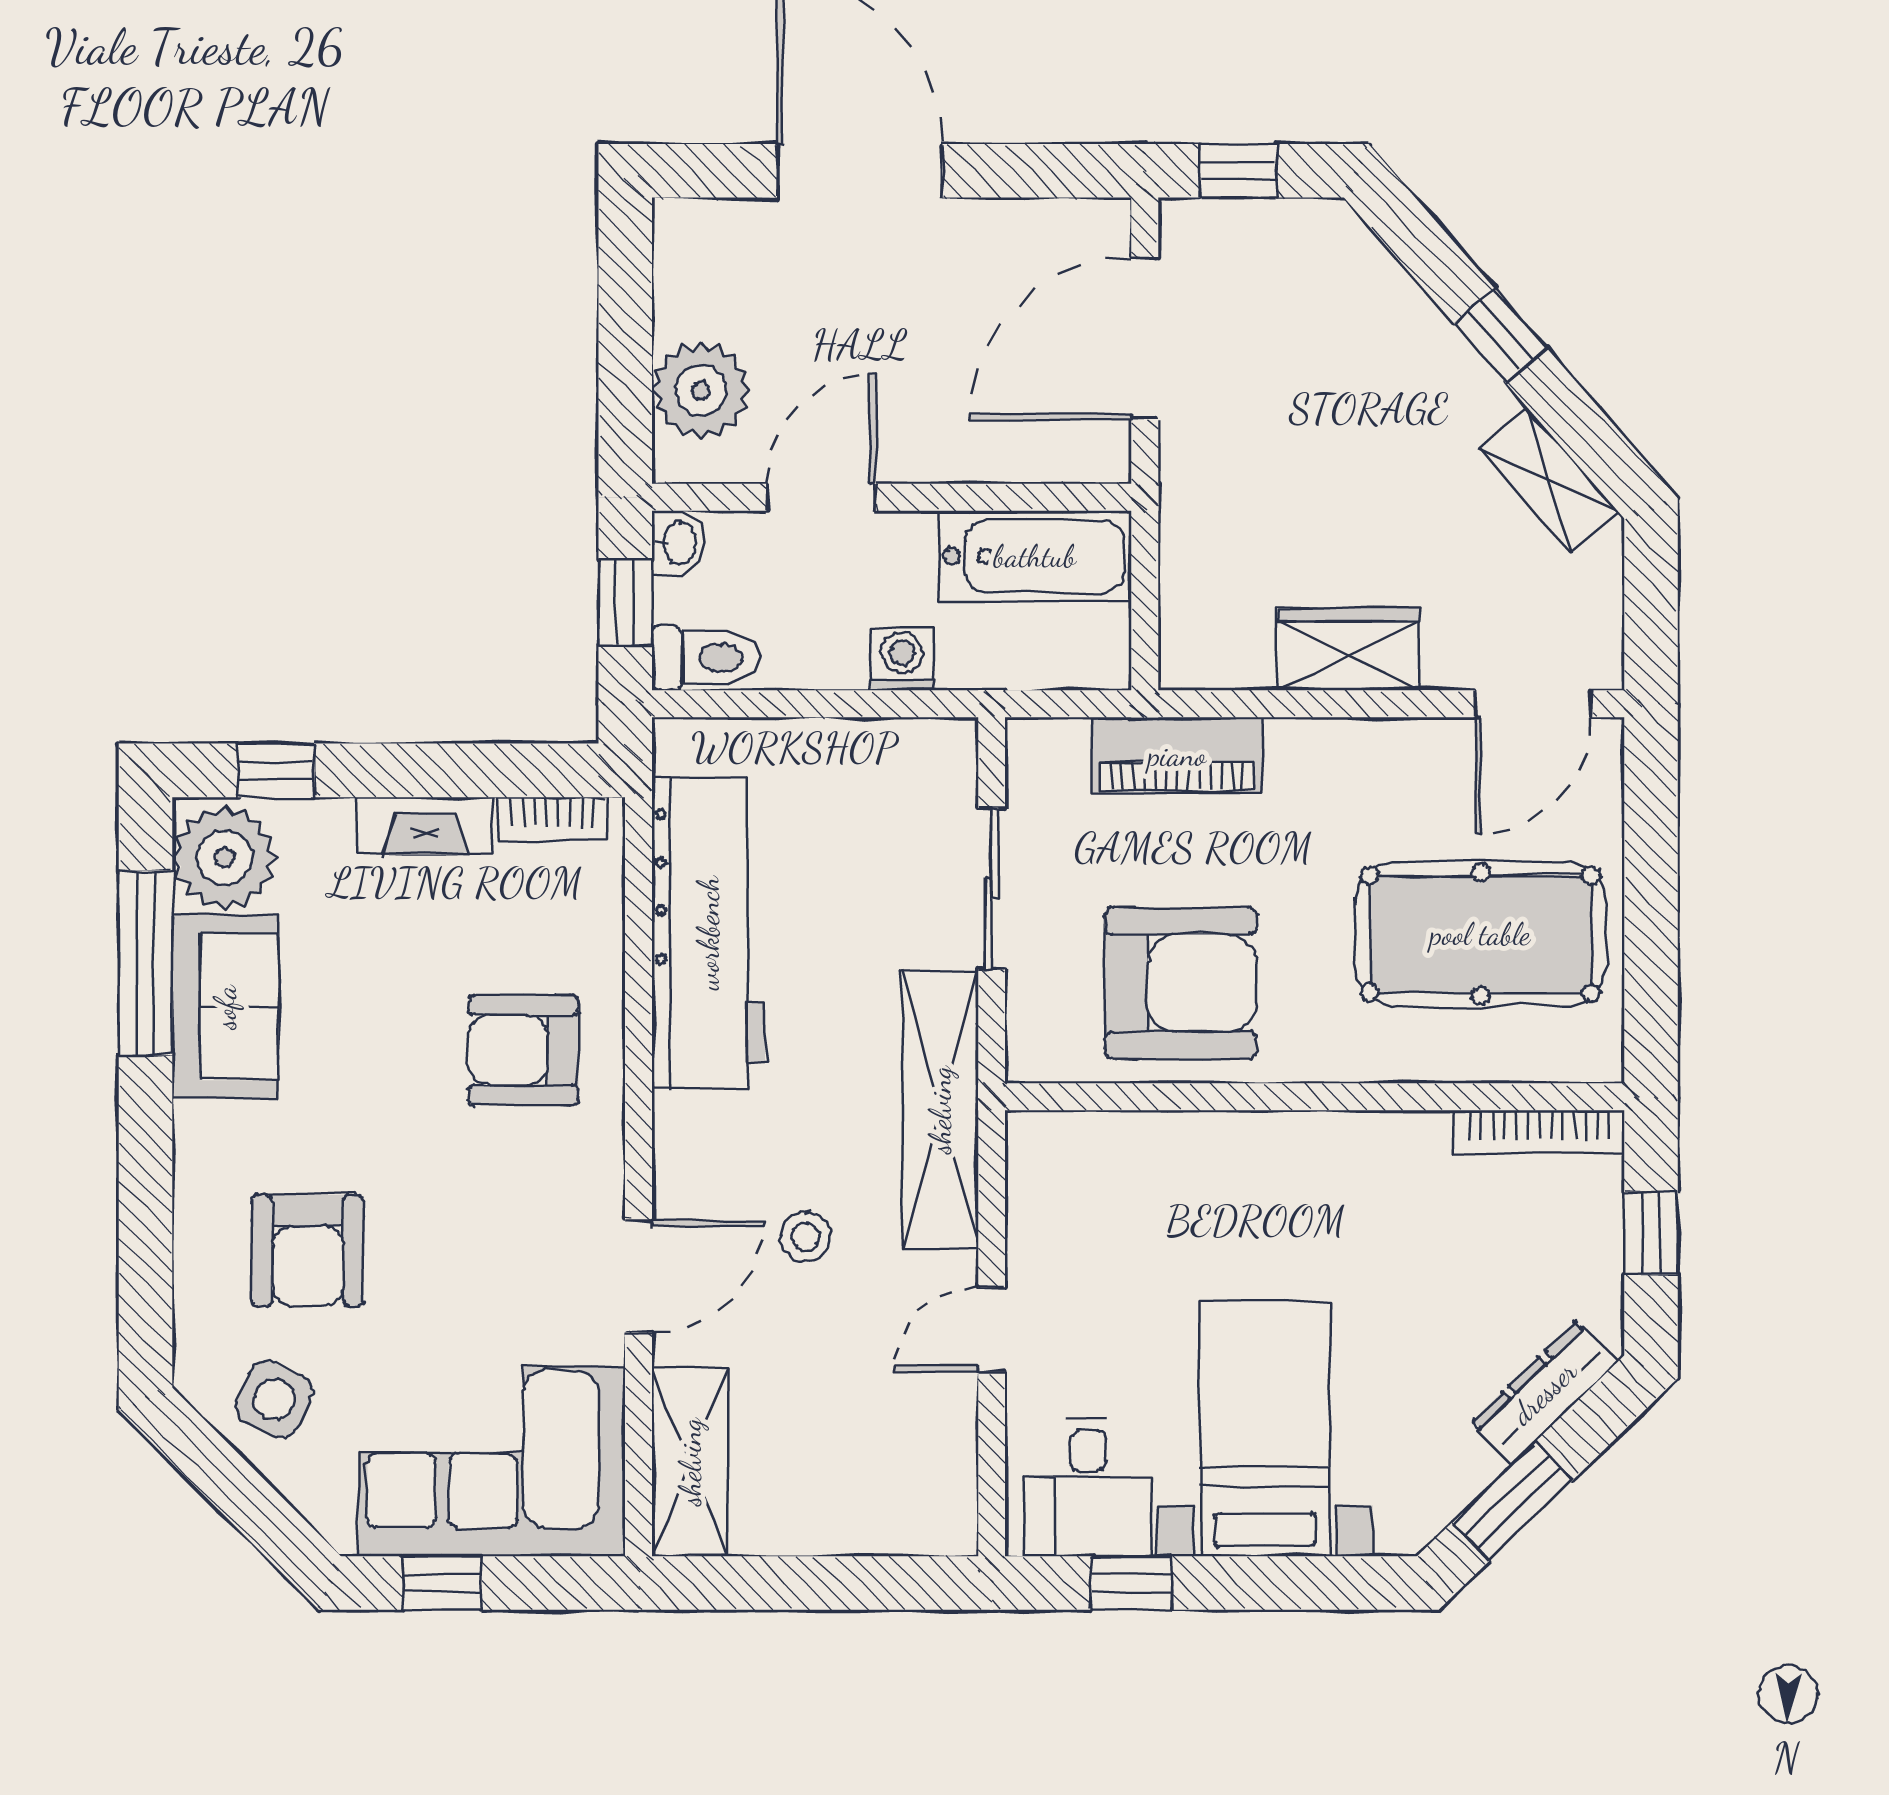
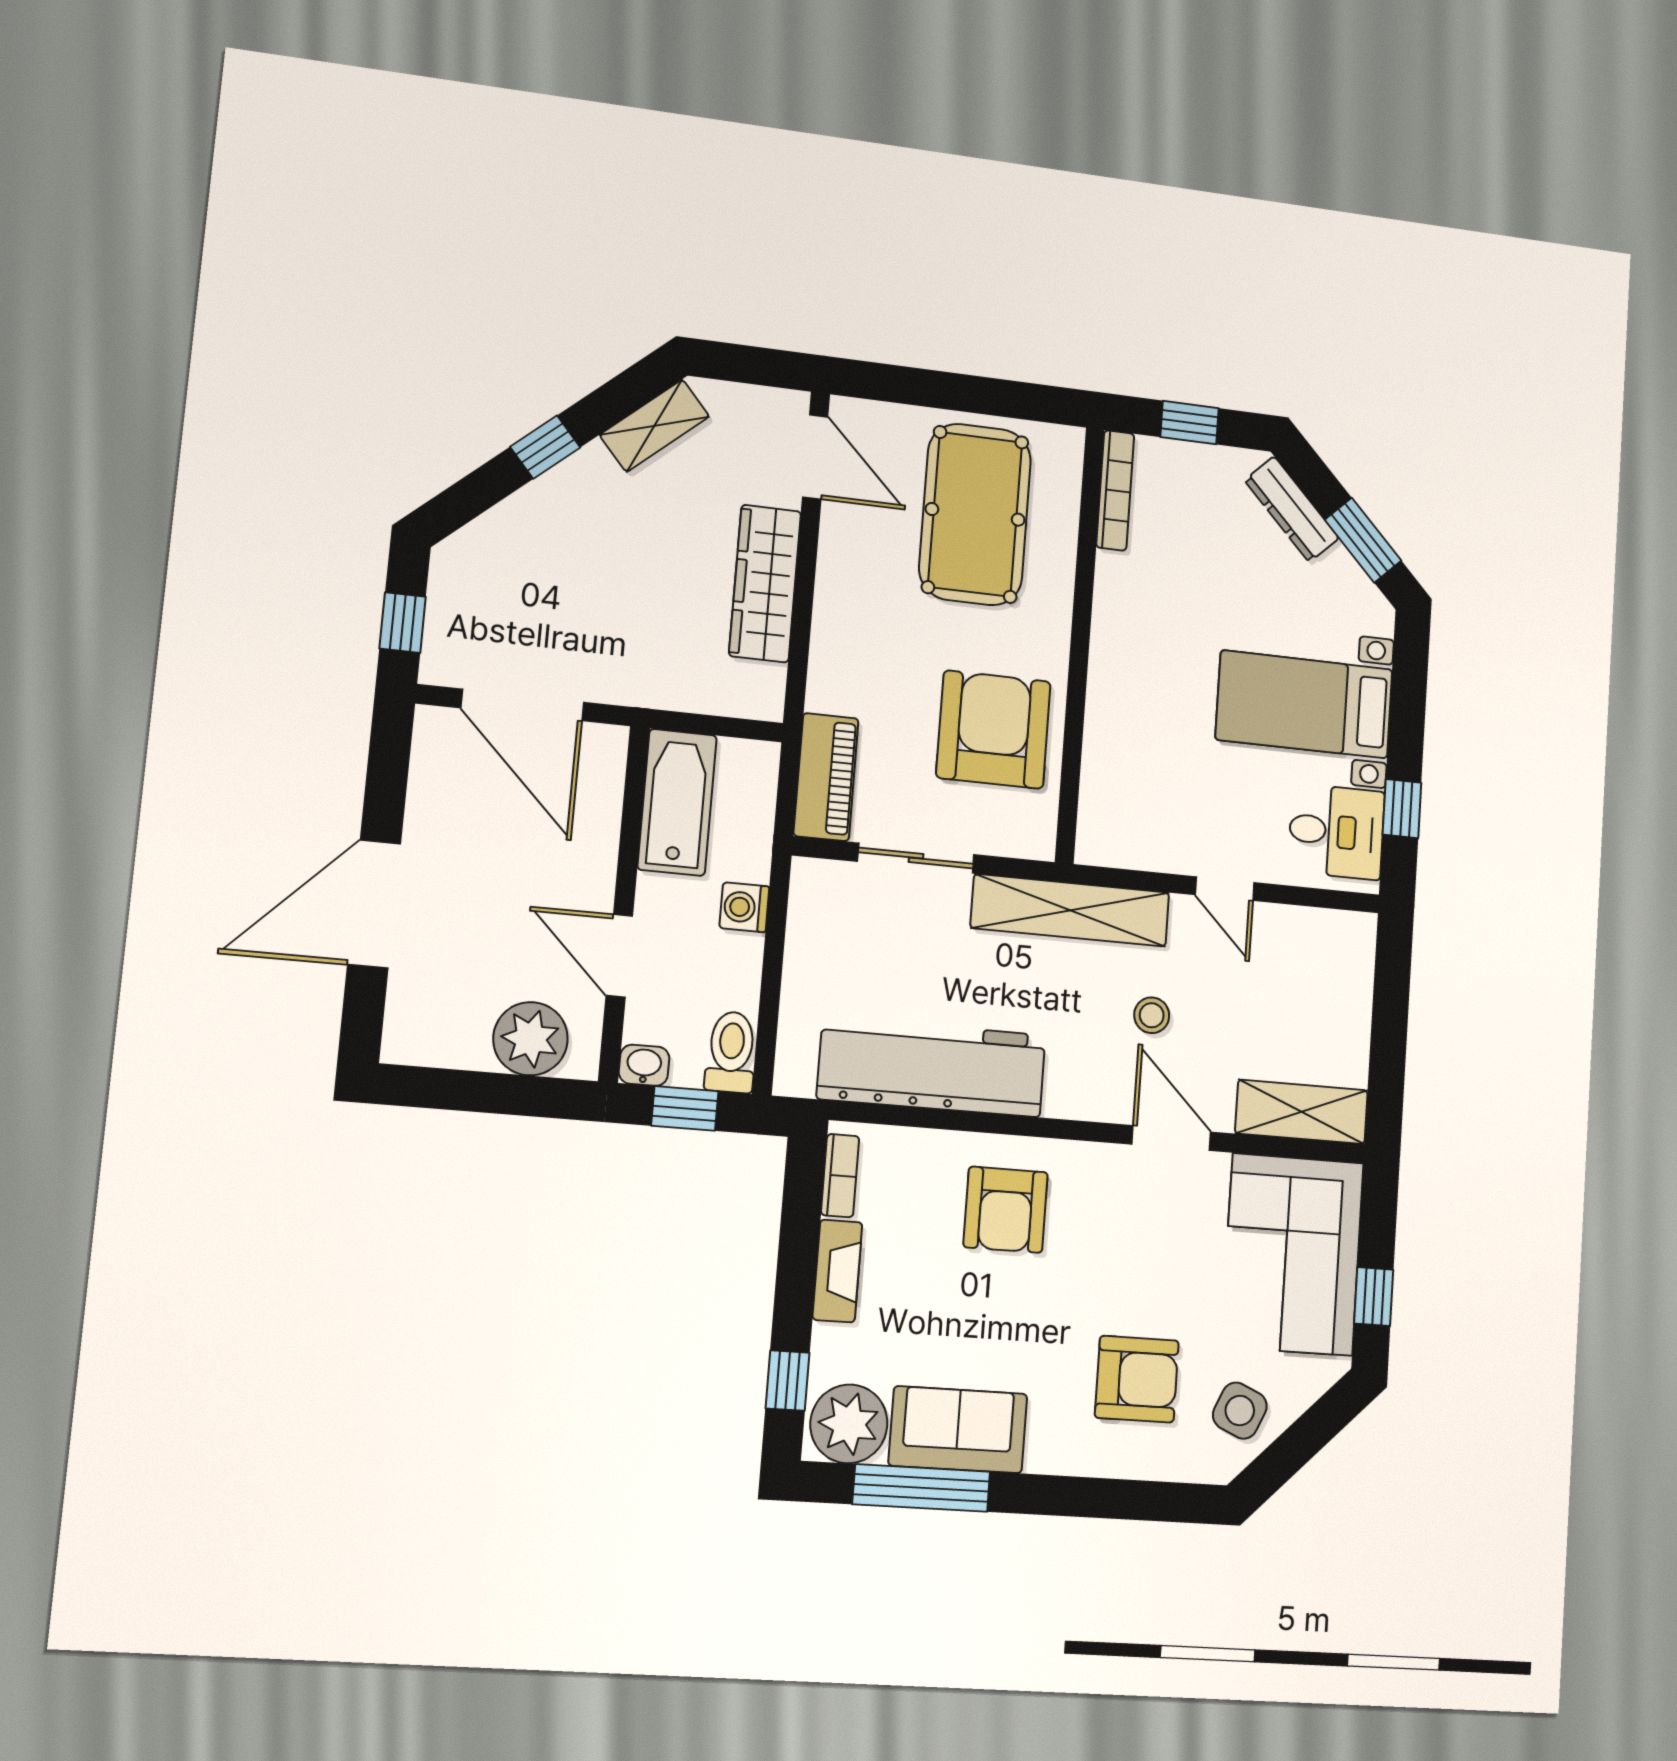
wardrobe: (1348, 649) -> (765, 583), width x1.50
piano: (1177, 755) -> (826, 777), moved

